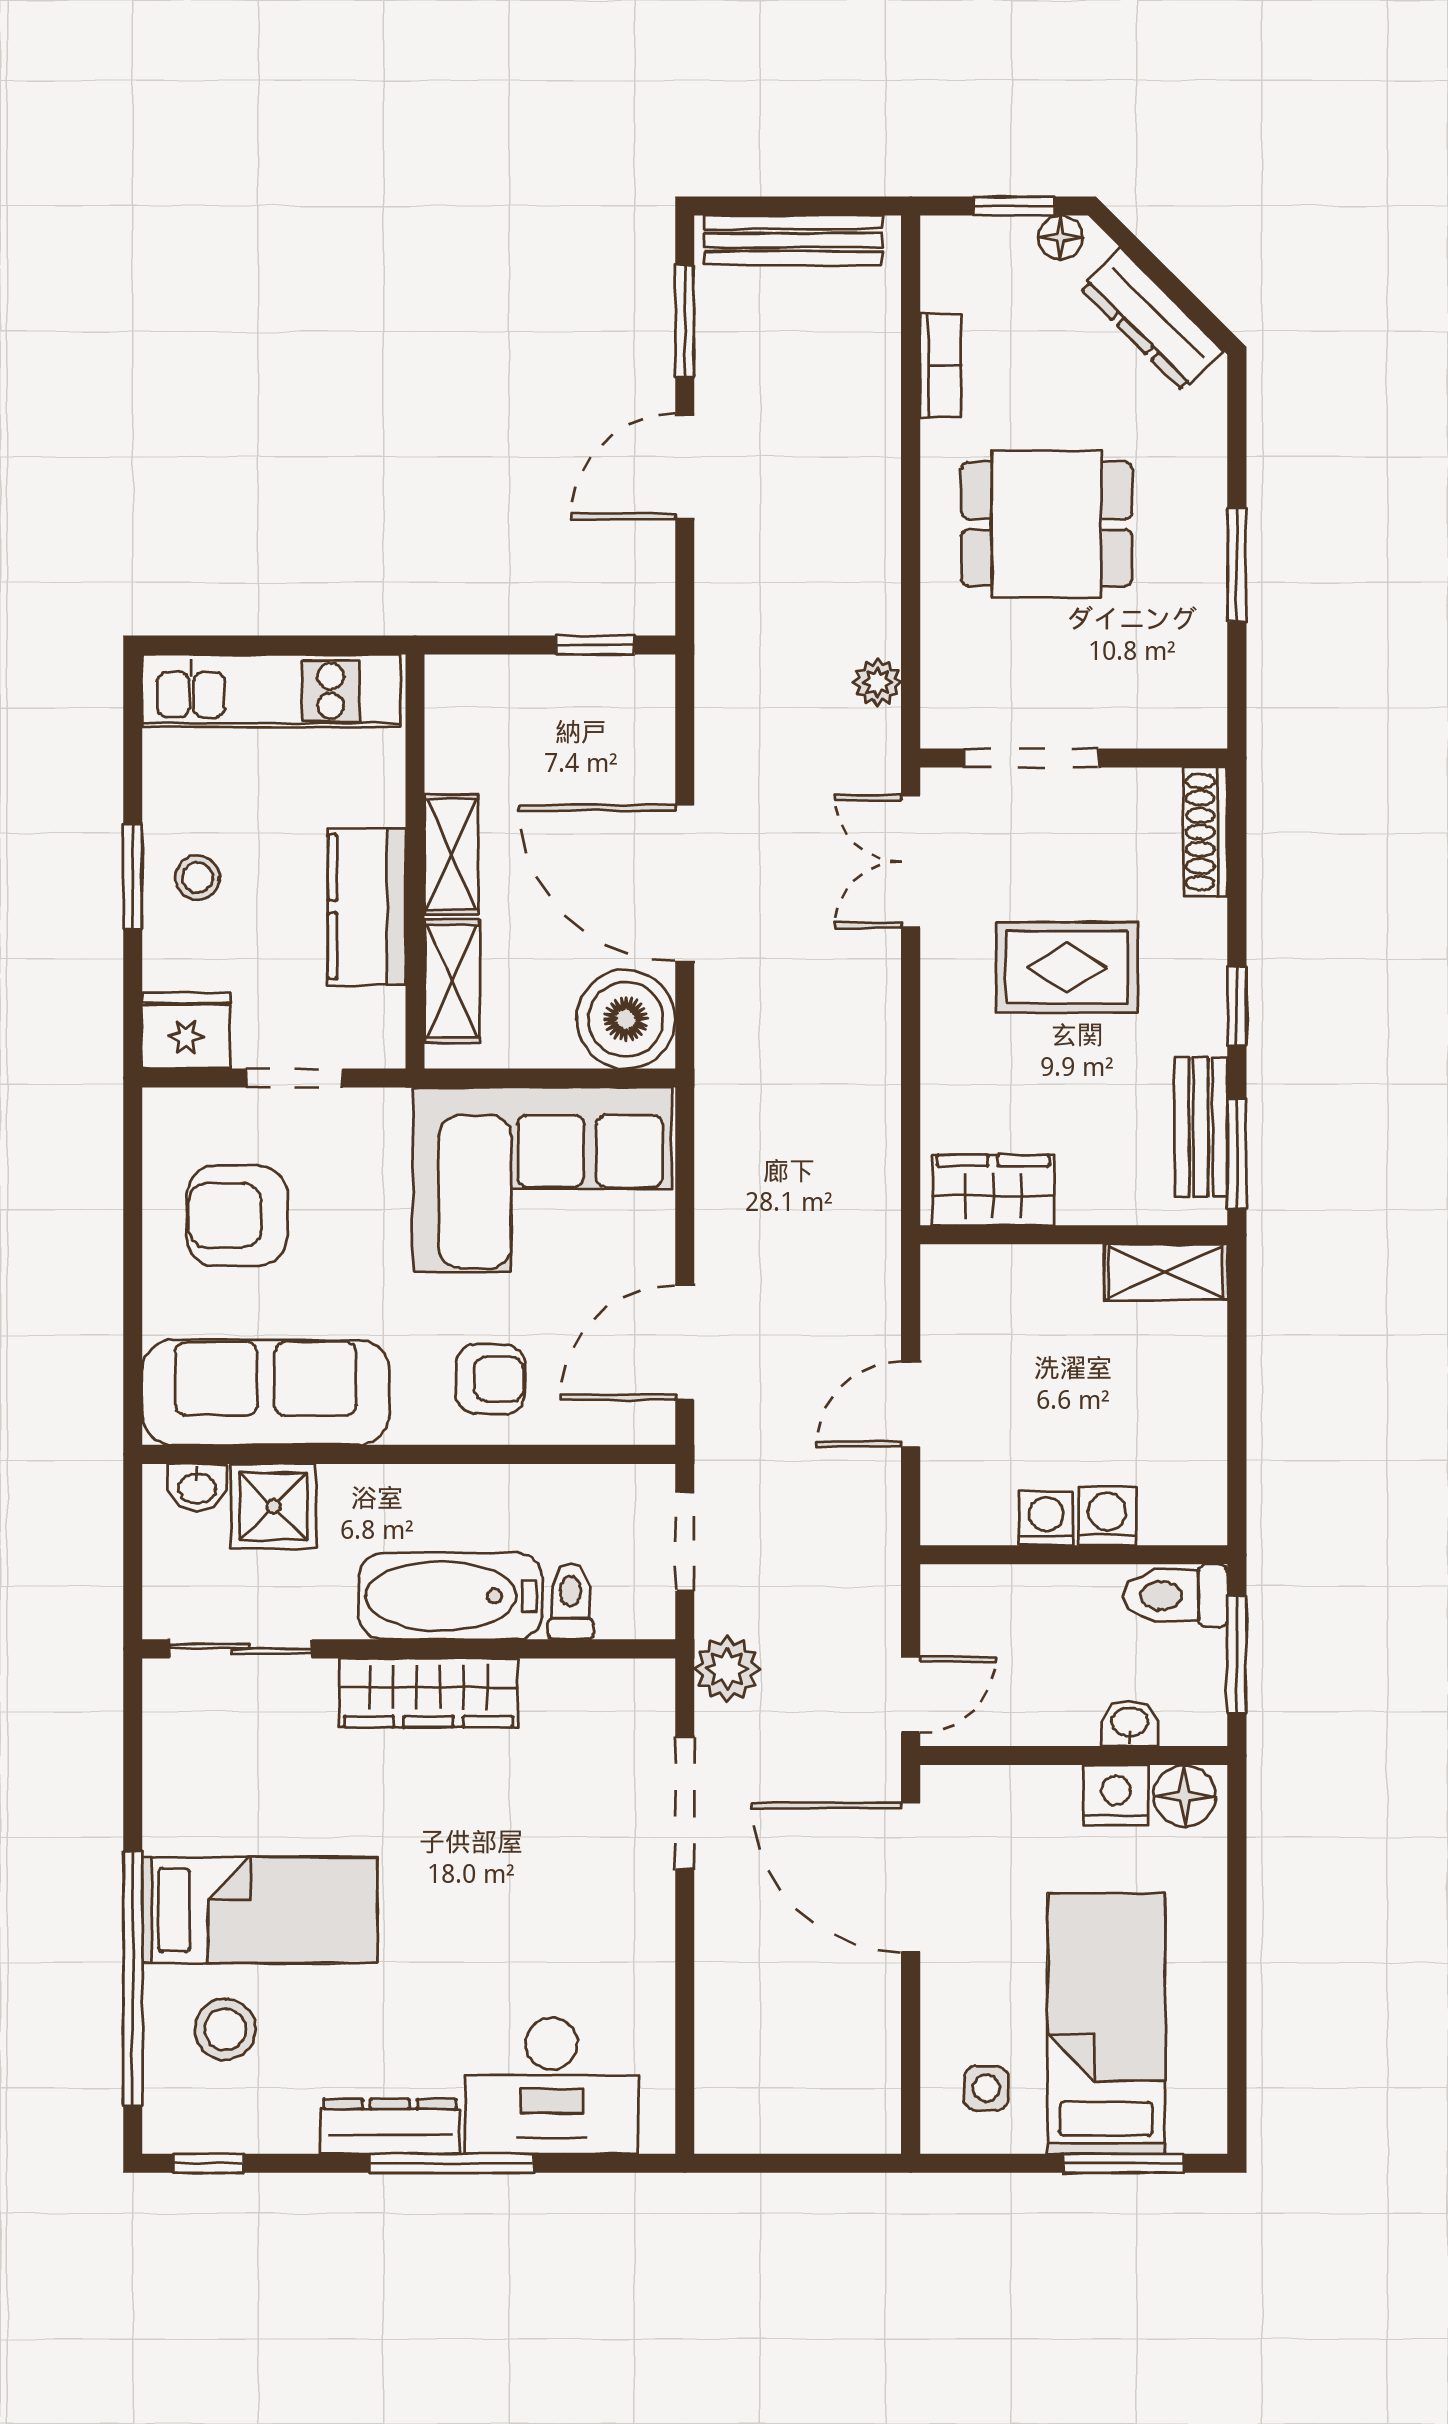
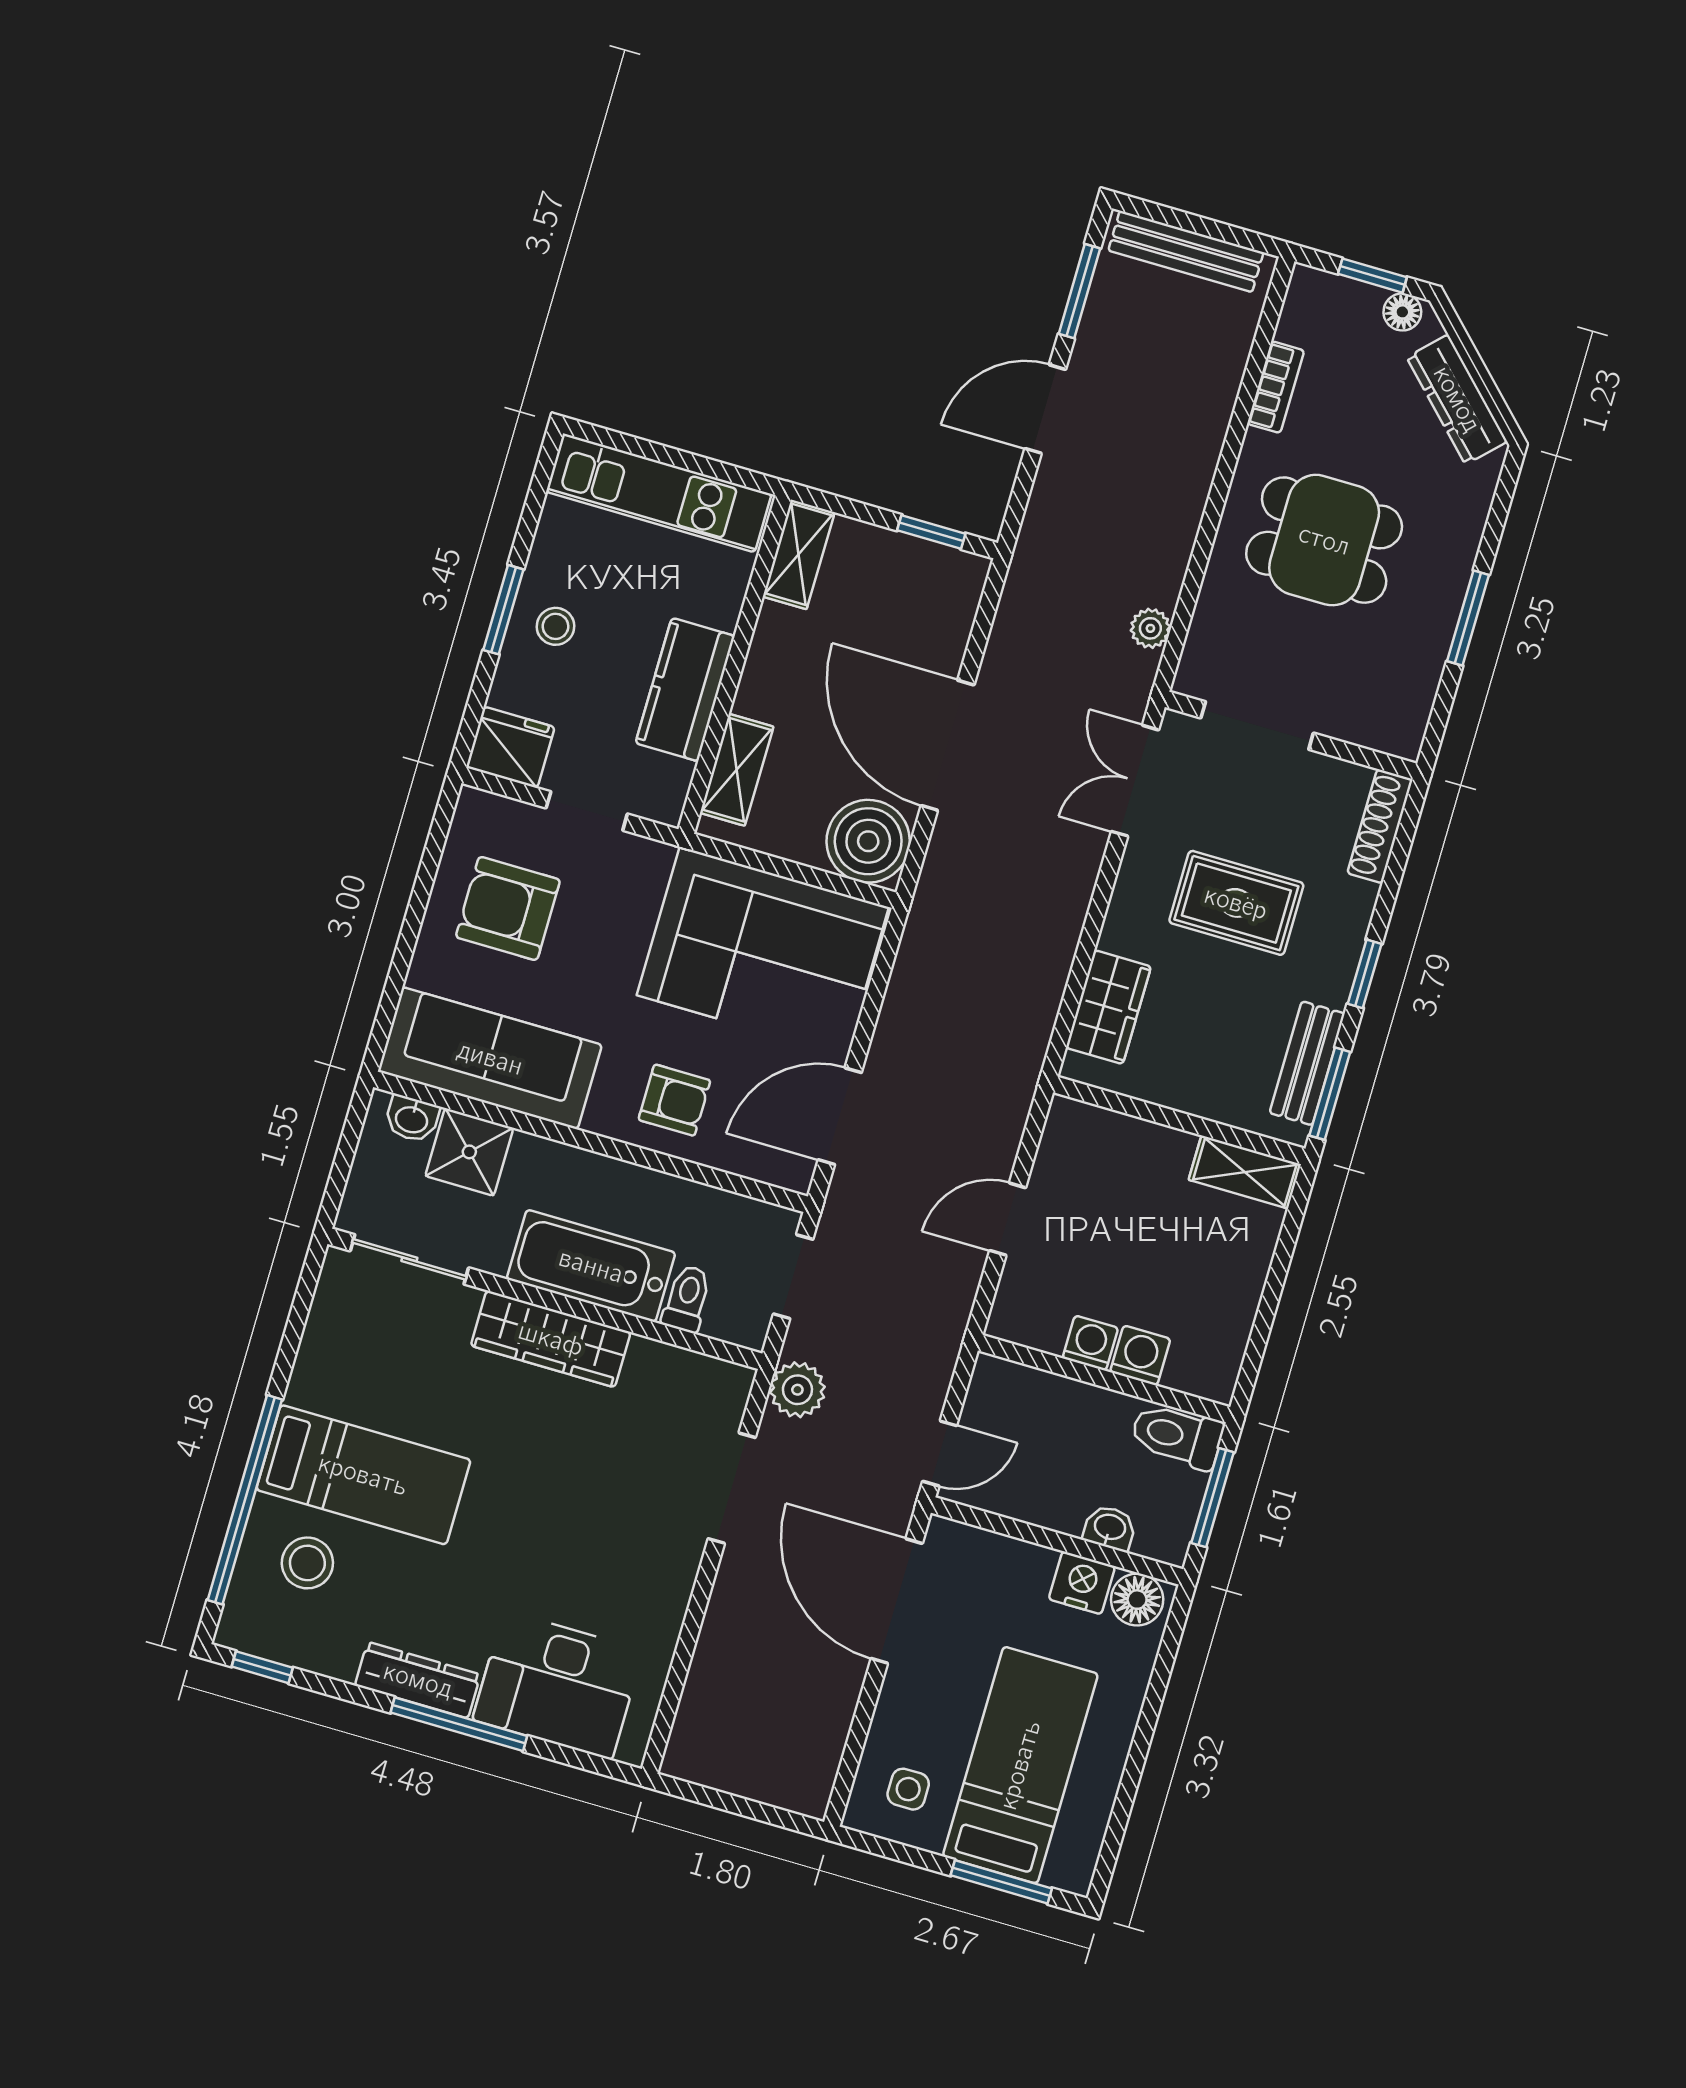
shelving: (452, 854) -> (799, 554), moved
wardrobe: (993, 1190) -> (1108, 1007), moved, turned 90

